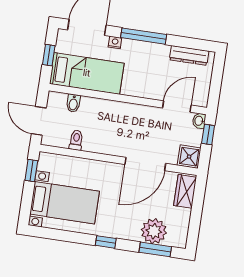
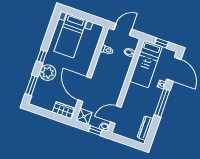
door: (177, 107) -> (116, 115), swing flipped
window: (31, 170) -> (94, 19), removed
plant: (154, 231) -> (48, 73), moved

